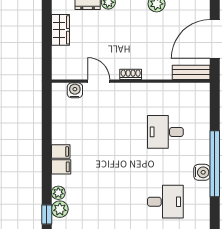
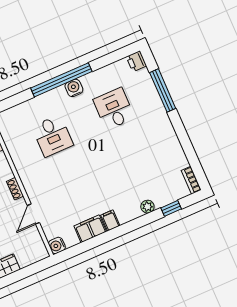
water cooler: (75, 90) -> (57, 245), moved
filing cabinet: (61, 167) -> (90, 229), moved, width x2.00
plant: (60, 209) -> (161, 199), removed

